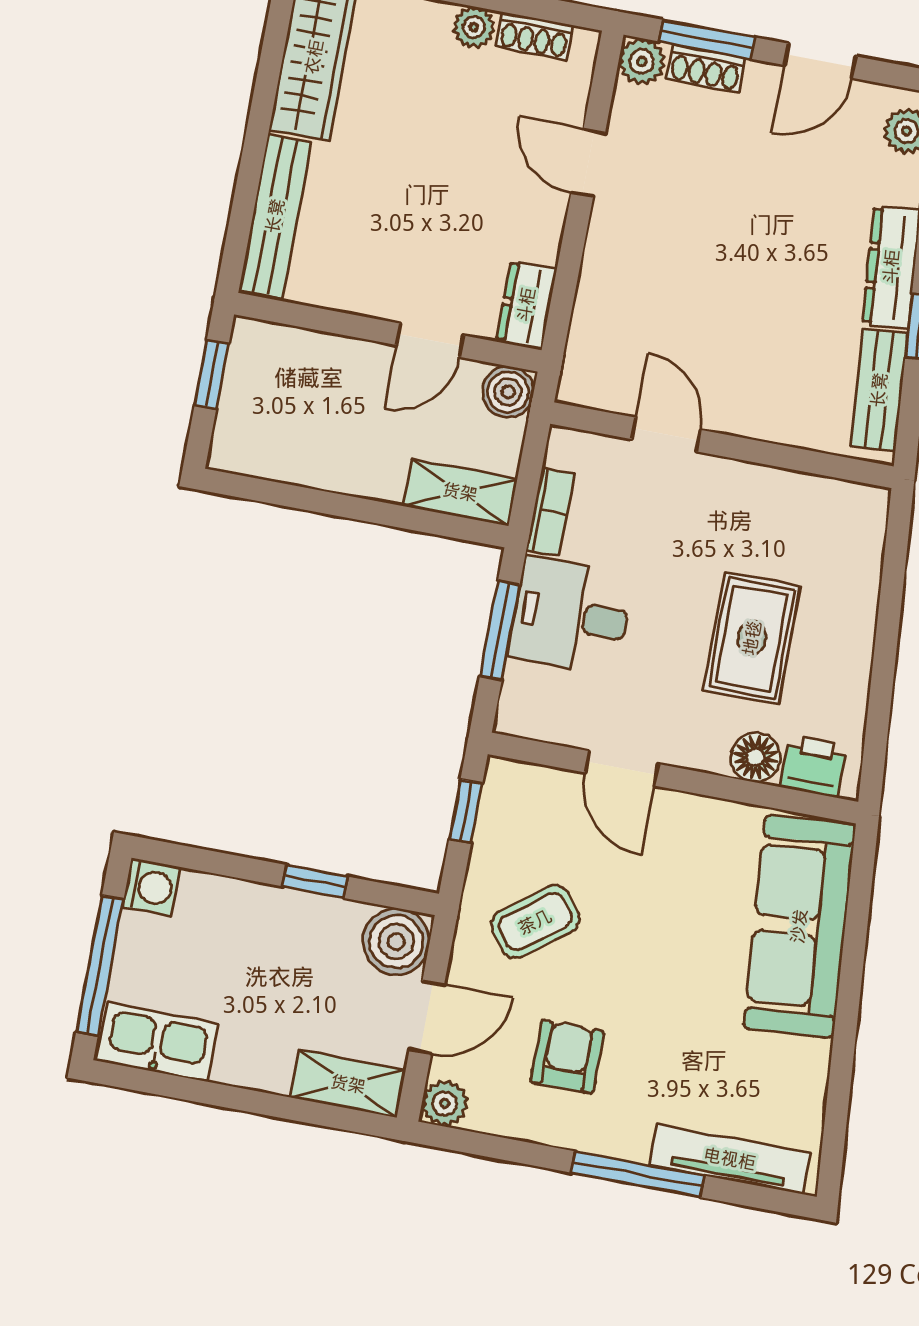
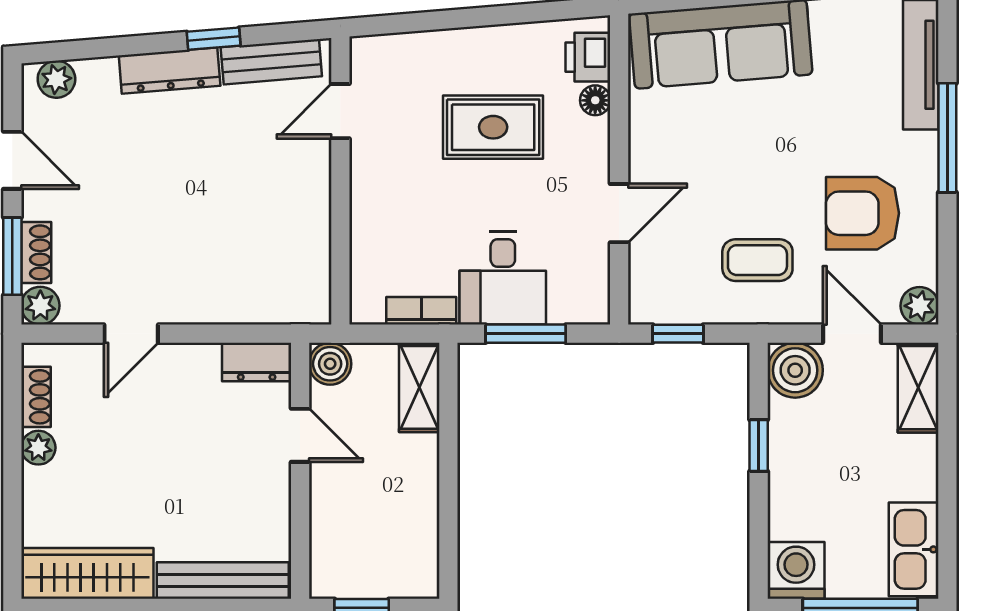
door: (666, 435) -> (340, 111), moved
floor lamp: (756, 757) -> (595, 100), width x0.73, depth x0.73
washing machine: (151, 887) -> (796, 570), width x1.38, depth x1.38
coffee table: (535, 922) -> (757, 260), turned -53
armchair: (567, 1057) -> (862, 213), width x1.38, depth x1.38

